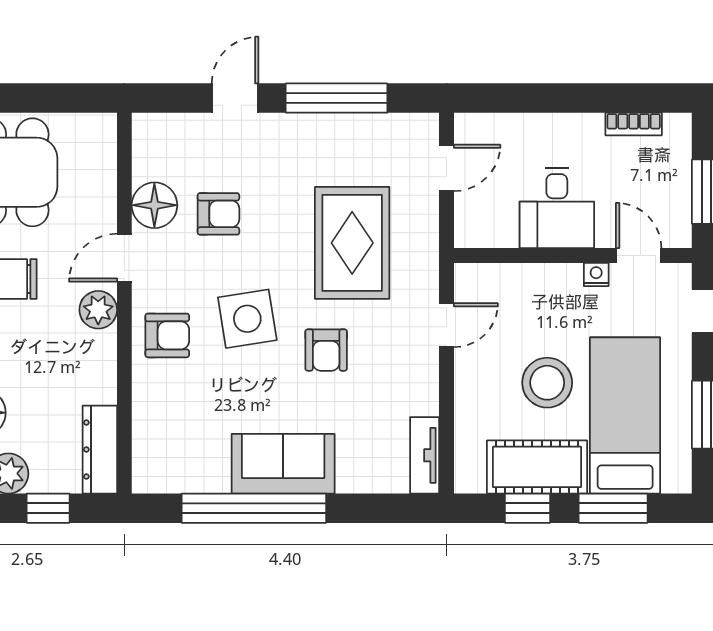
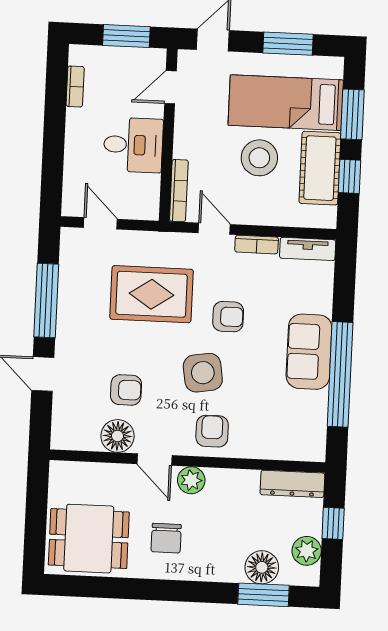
armchair: (218, 214) -> (126, 390), turned 90
bookcase: (497, 274) -> (179, 191), added
nightstand: (596, 275) -> (183, 119), removed
bookcase: (427, 385) -> (257, 245), added

